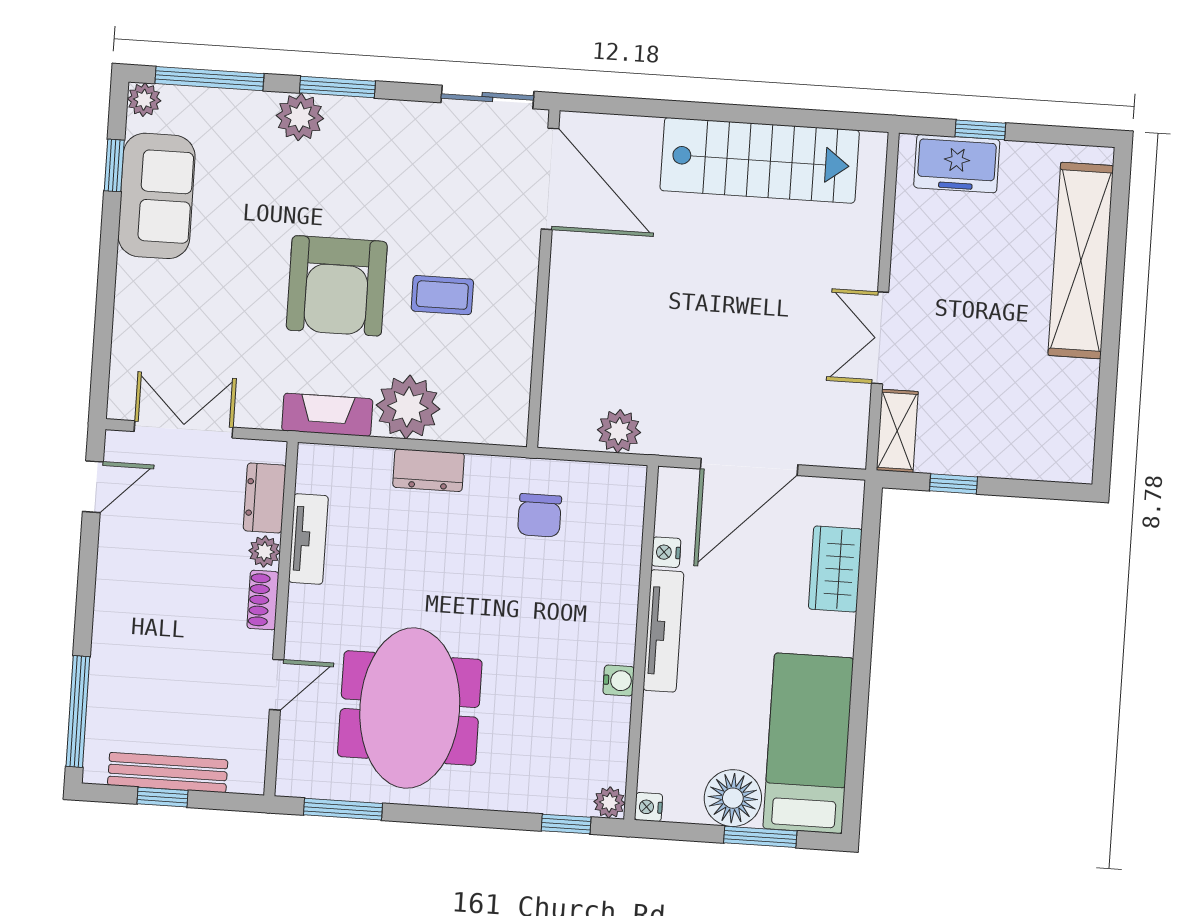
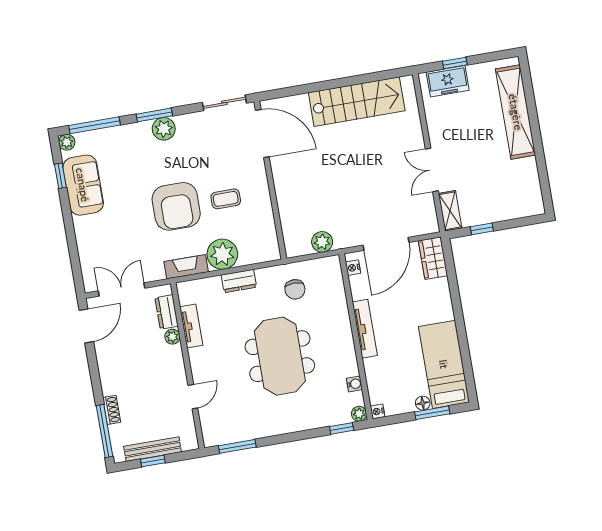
plant: (300, 117) -> (164, 129), moved
door: (93, 487) -> (86, 326), width x1.38
nightstand: (666, 552) -> (353, 268), moved
wardrobe: (835, 569) -> (433, 258), moved
shoe rack: (263, 600) -> (112, 410), moved, turned 180
water cooler: (619, 680) -> (354, 384), moved
meeting table: (410, 708) -> (280, 356), moved
floor lamp: (733, 798) -> (423, 403), width x0.53, depth x0.53

